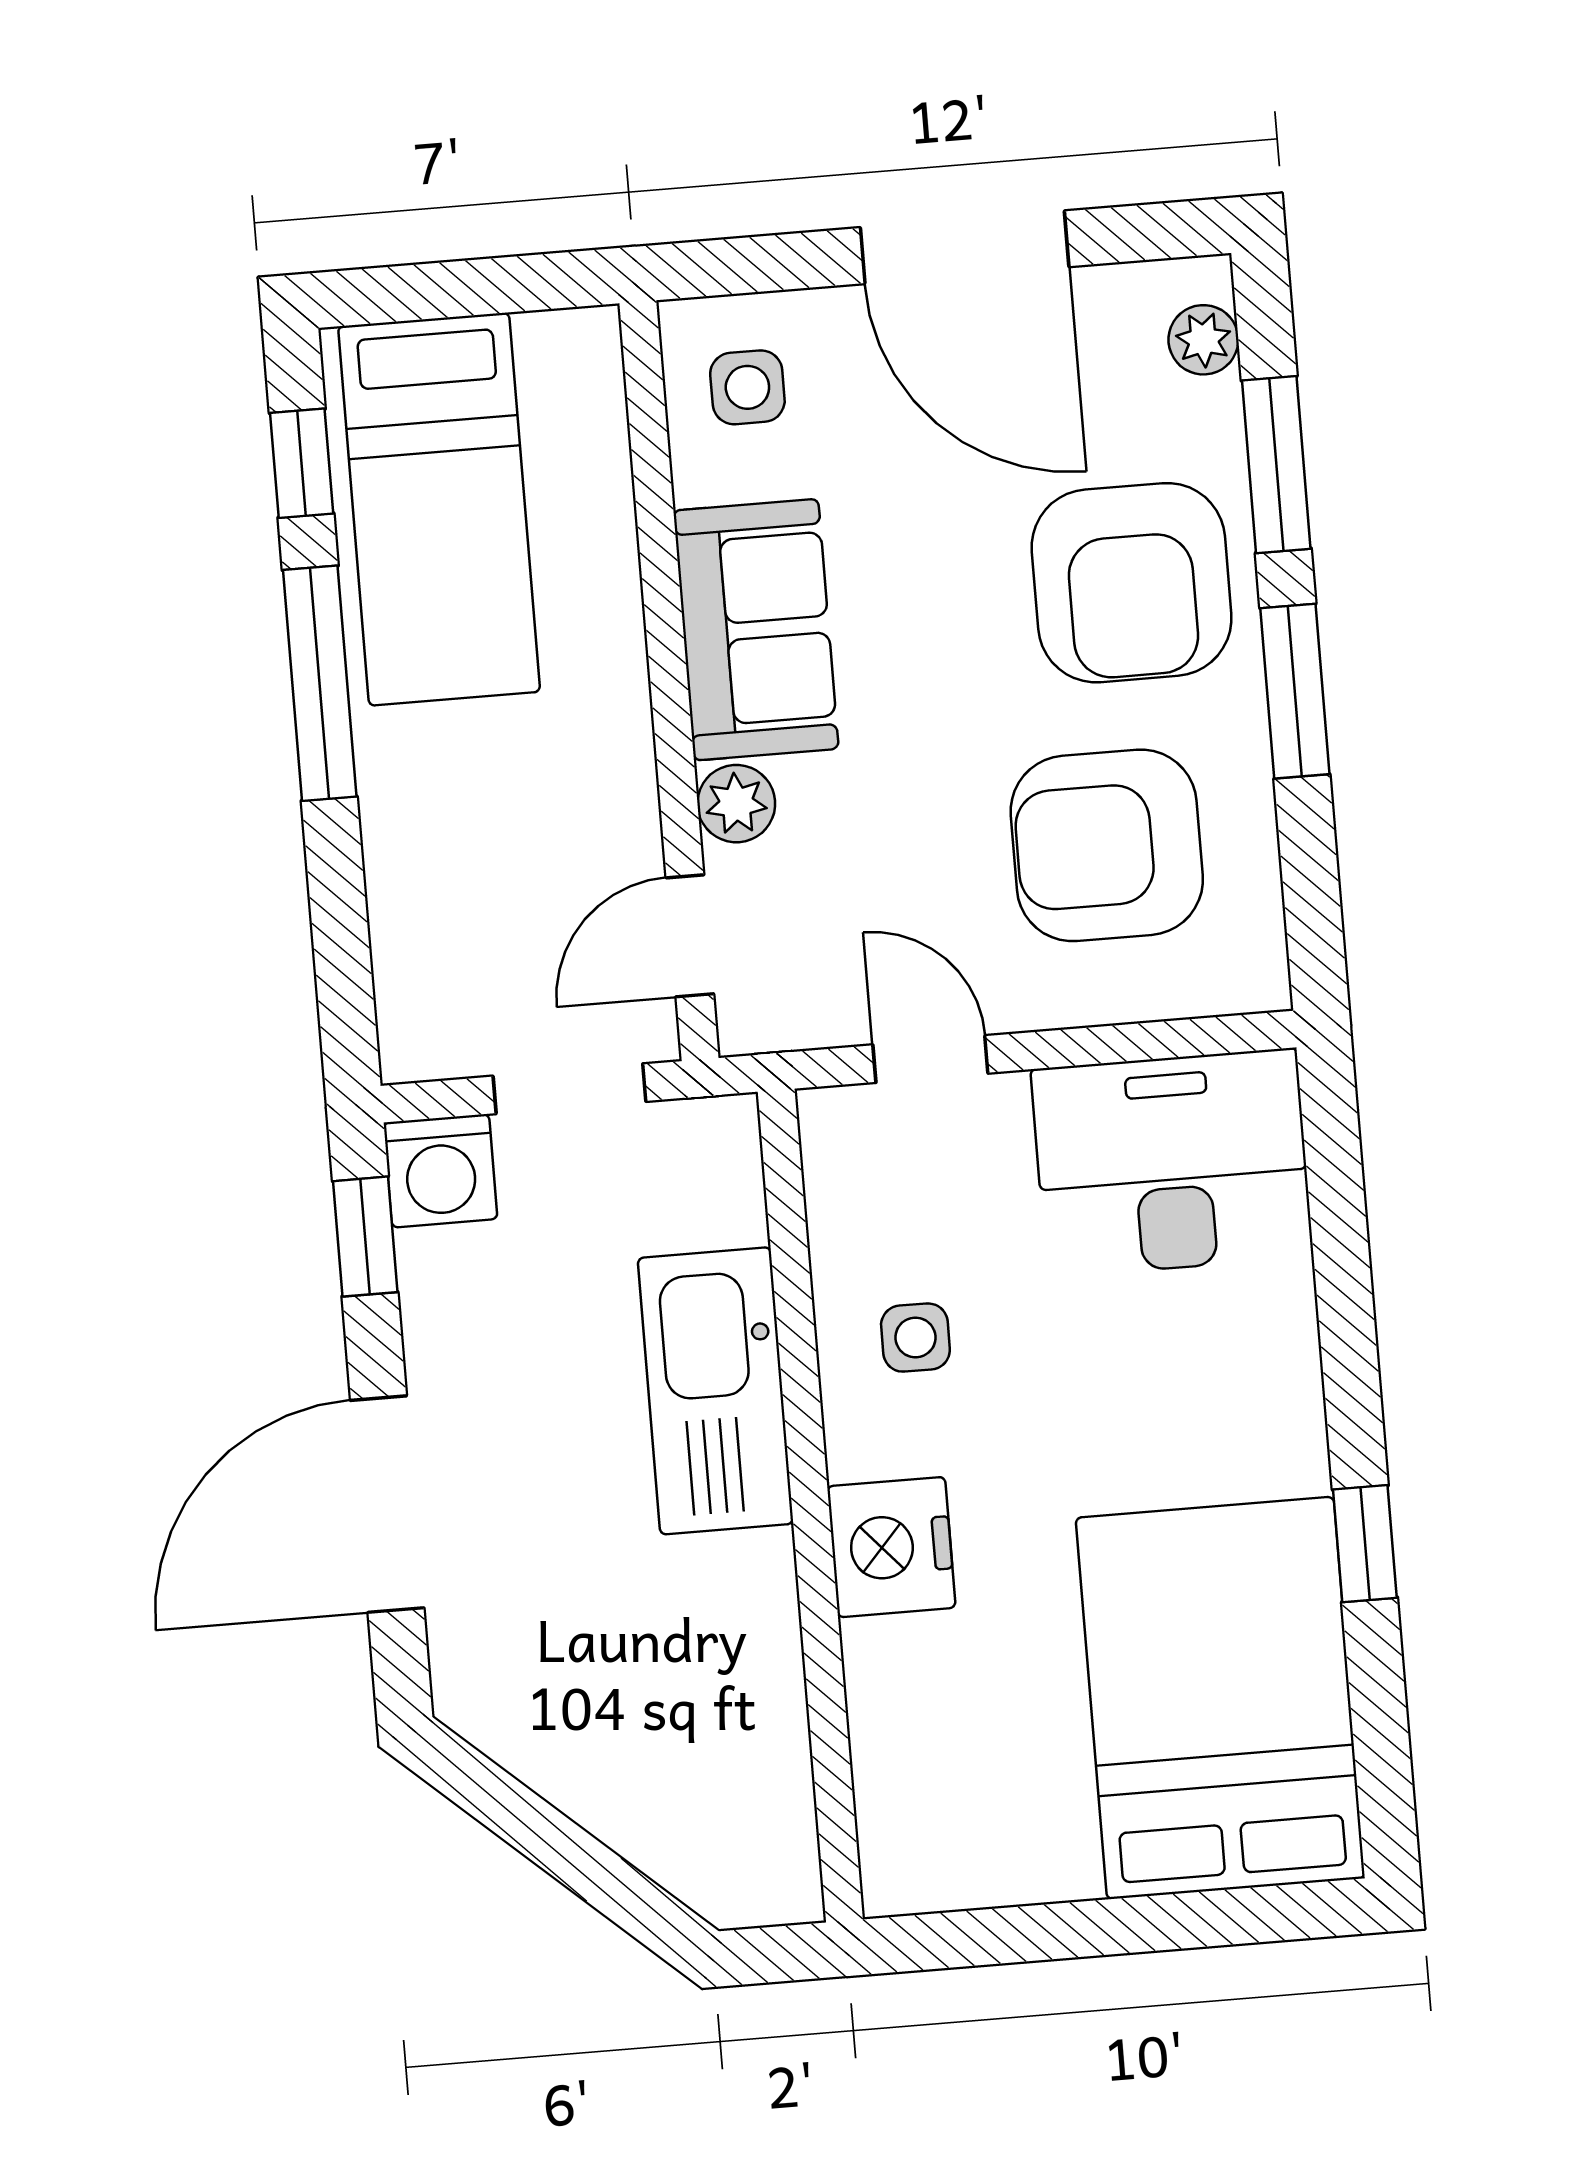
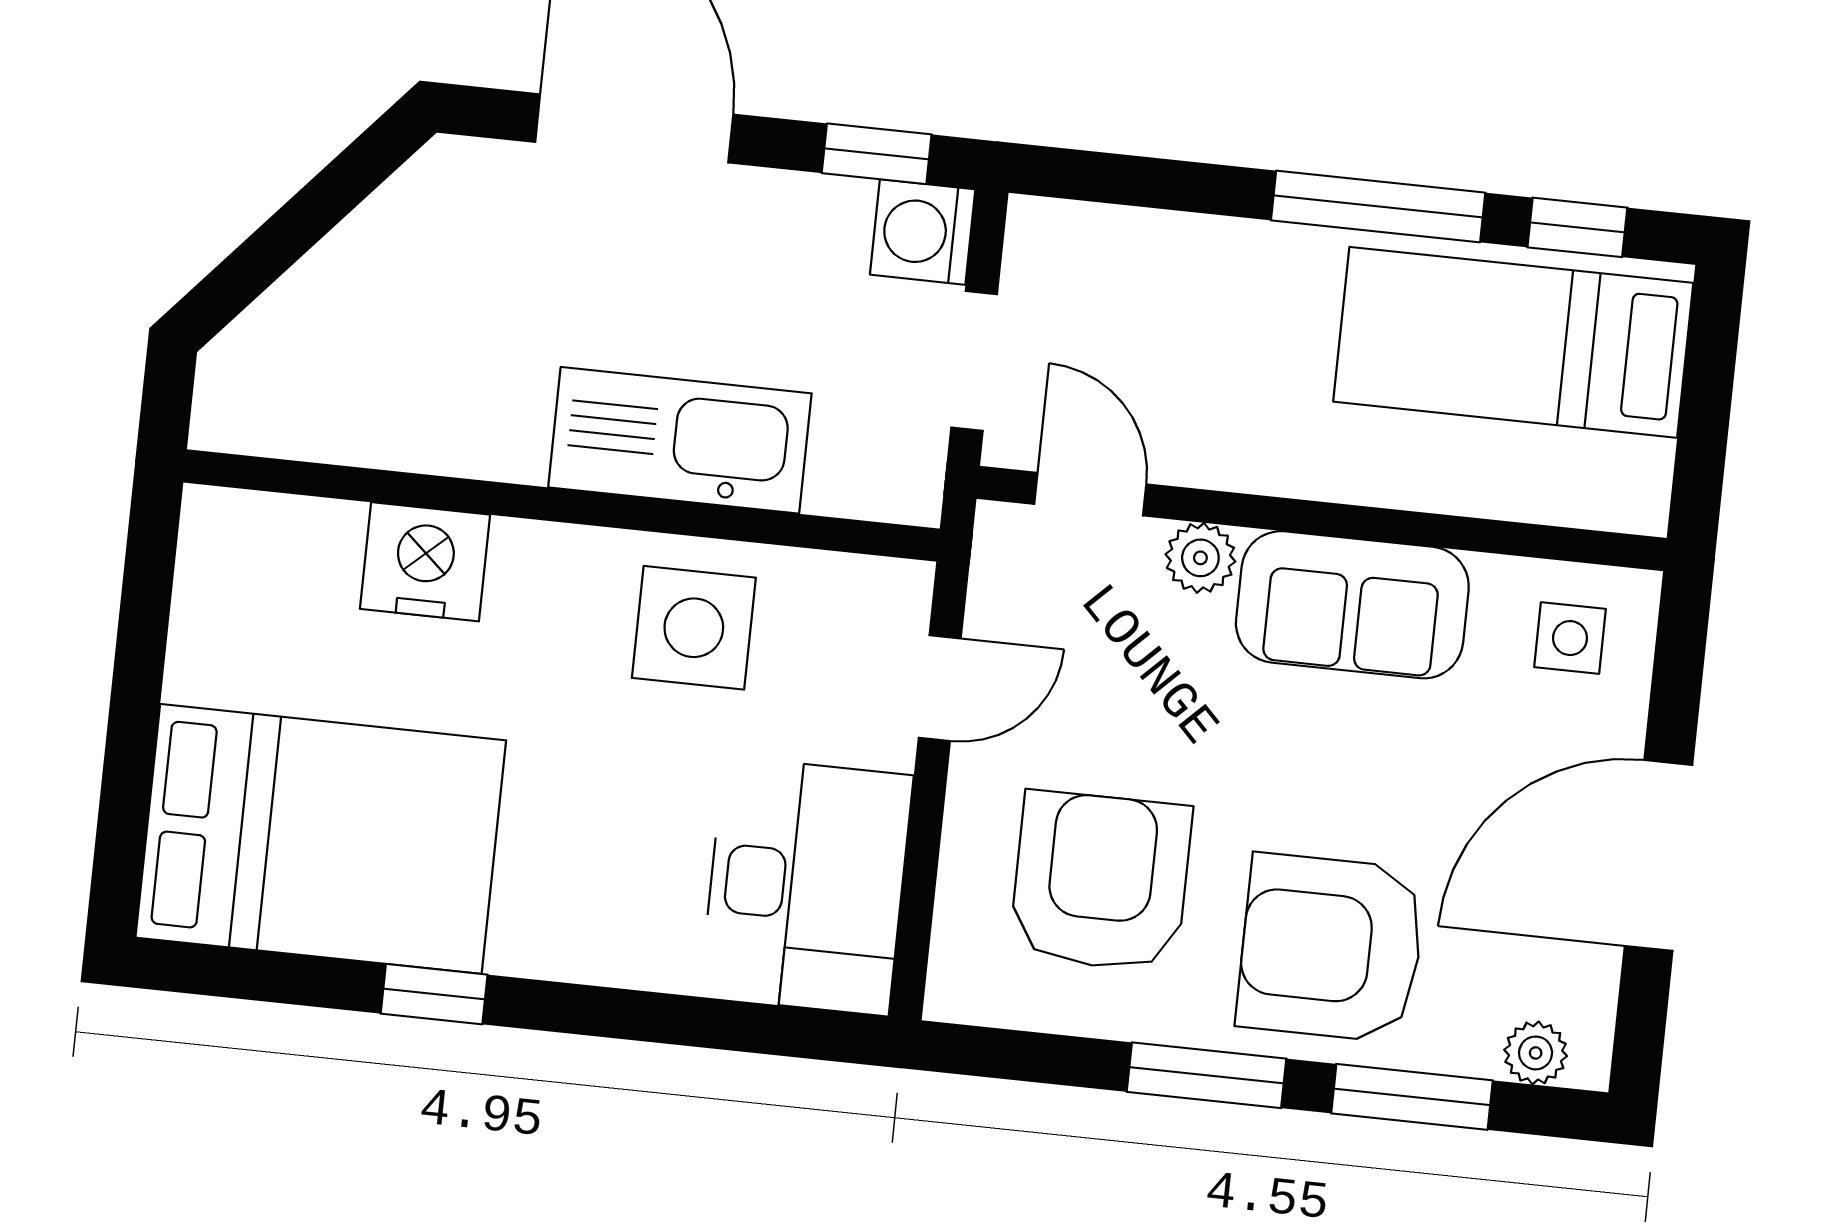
side table: (915, 1338) -> (694, 628), width x1.87, depth x1.87
nightstand: (891, 1547) -> (425, 562), moved

